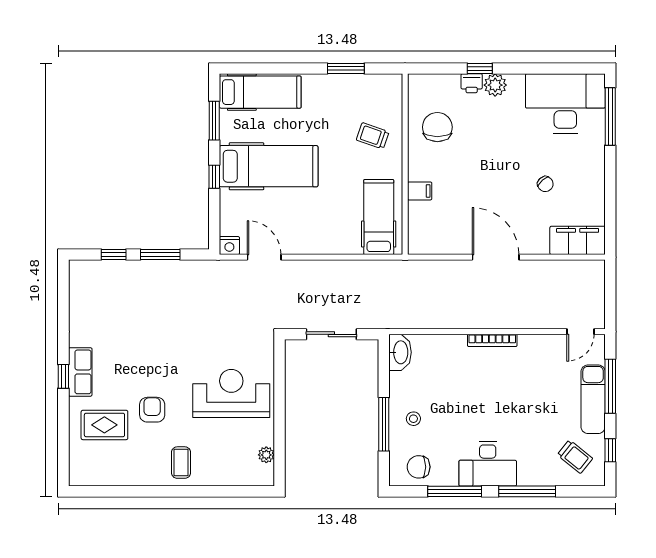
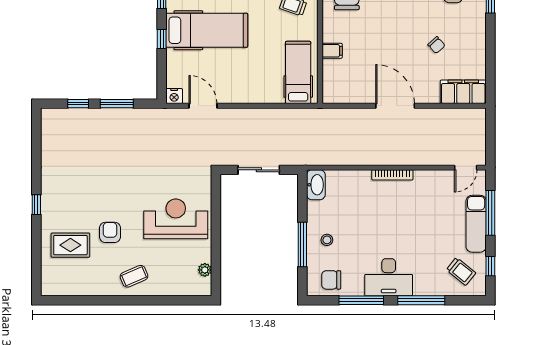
row of seats: (80, 372) -> (50, 201), removed
coffee table: (181, 463) -> (134, 276), turned 67

